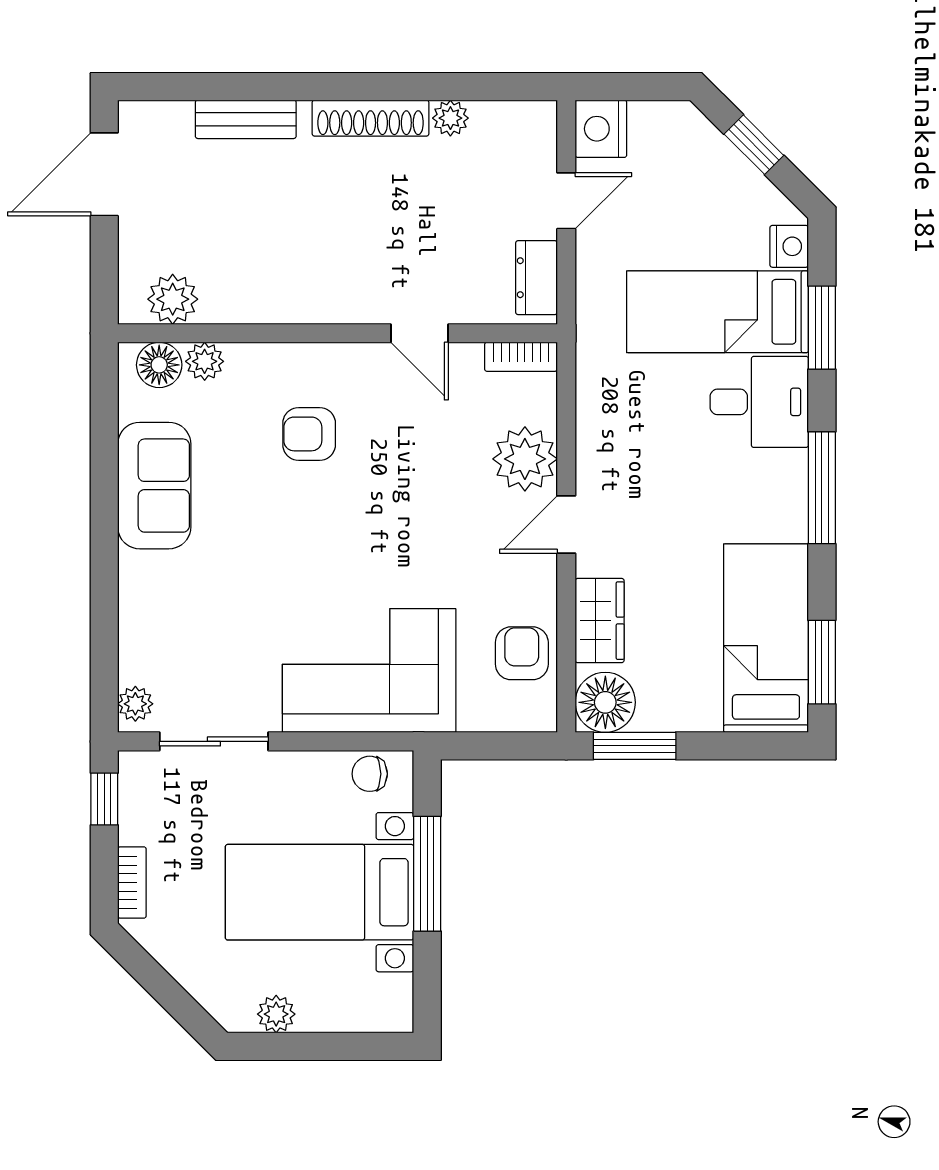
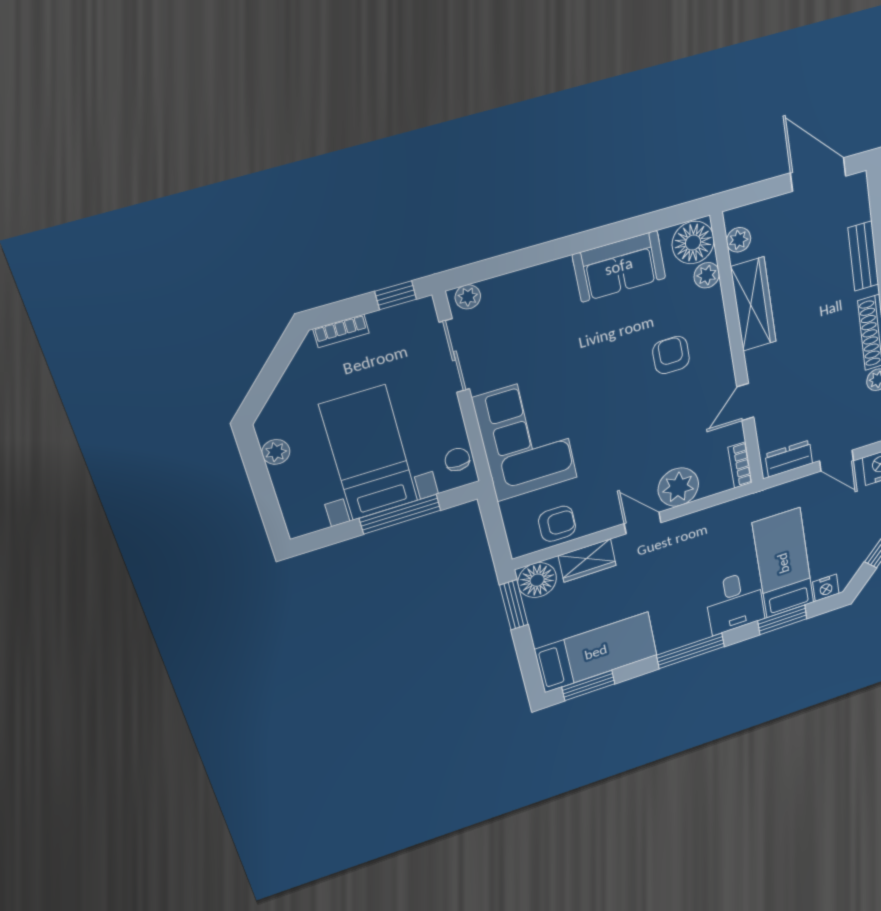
wardrobe: (269, 298) -> (753, 304), added
plant: (173, 299) -> (739, 240), width x0.73, depth x0.73
floor lamp: (159, 365) -> (693, 243), width x1.38, depth x1.38

